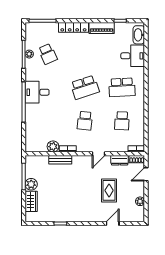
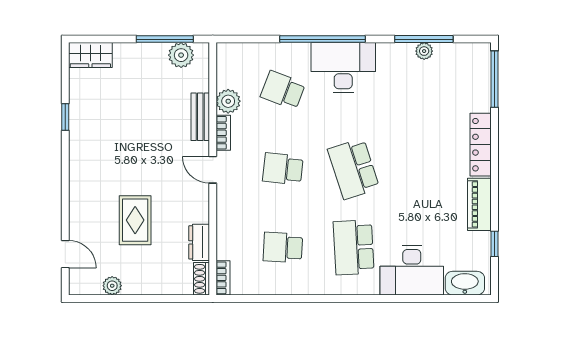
school desk: (48, 54) -> (283, 90), moved, turned 45
desk: (133, 56) -> (412, 270), width x1.37
desk: (37, 92) -> (343, 68), width x1.37
door: (99, 154) -> (213, 170), moved
door: (146, 174) -> (169, 298), removed
plant: (31, 184) -> (181, 55), moved
rug: (109, 190) -> (135, 220), turned 90
wardrobe: (31, 201) -> (90, 55), moved
door: (113, 223) -> (65, 254), moved

